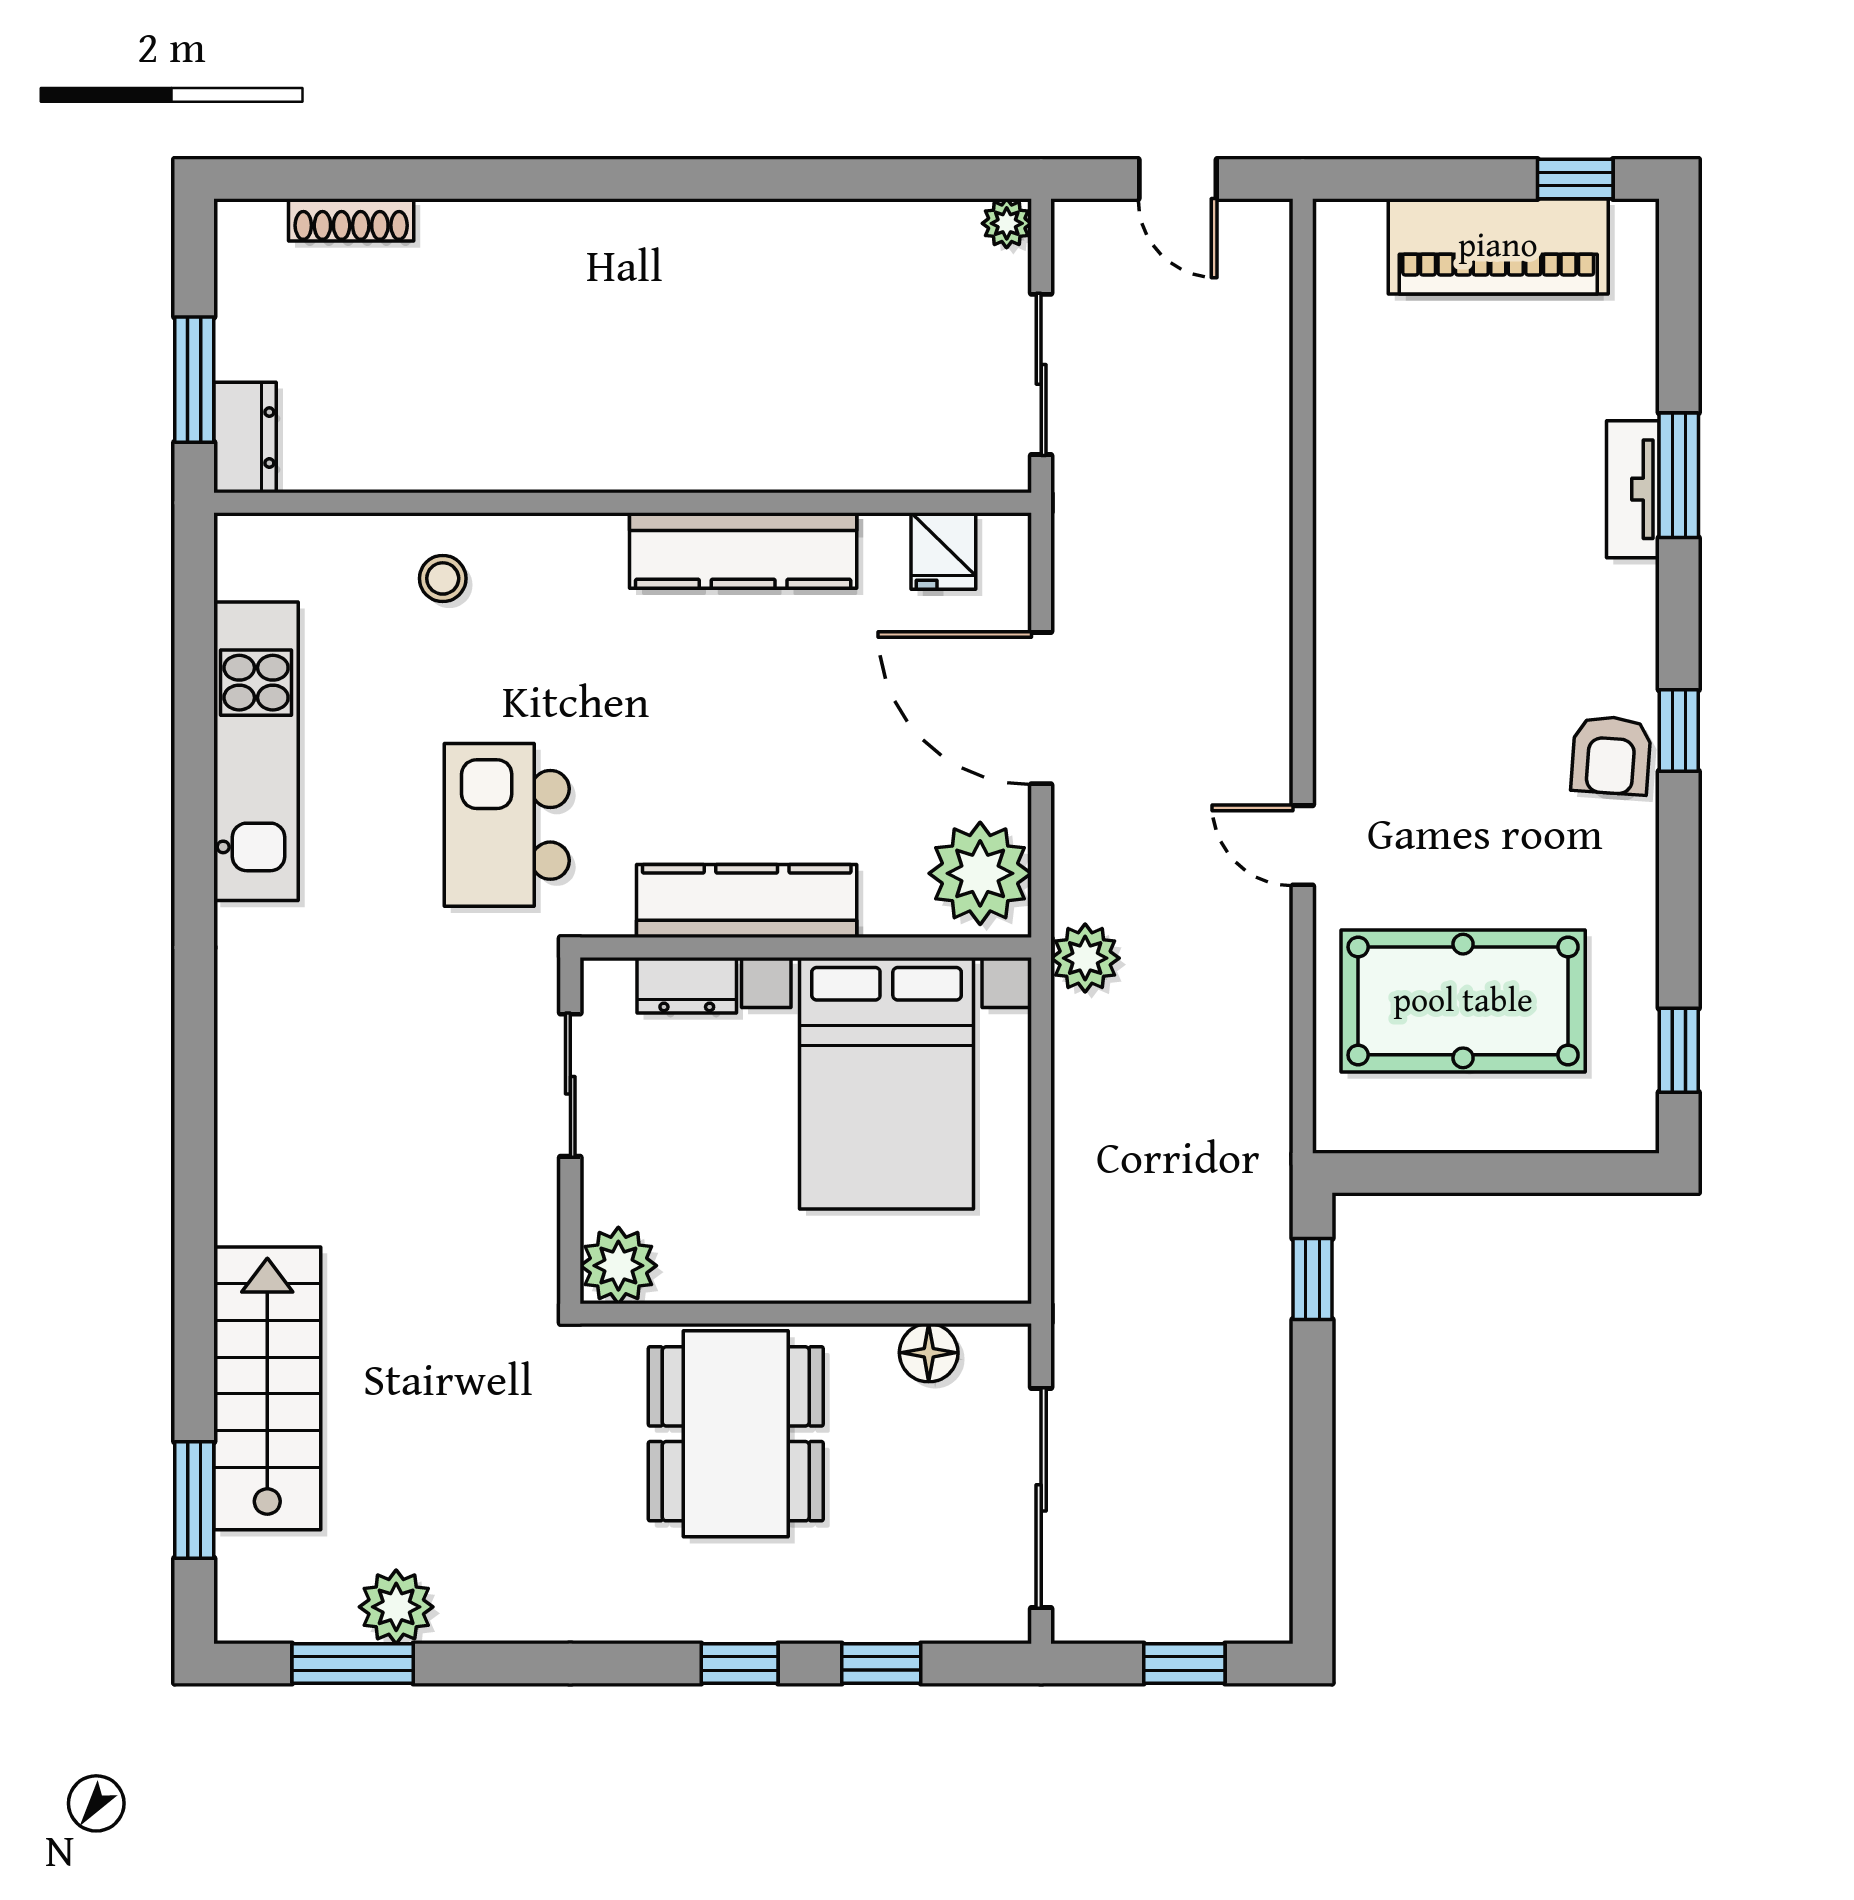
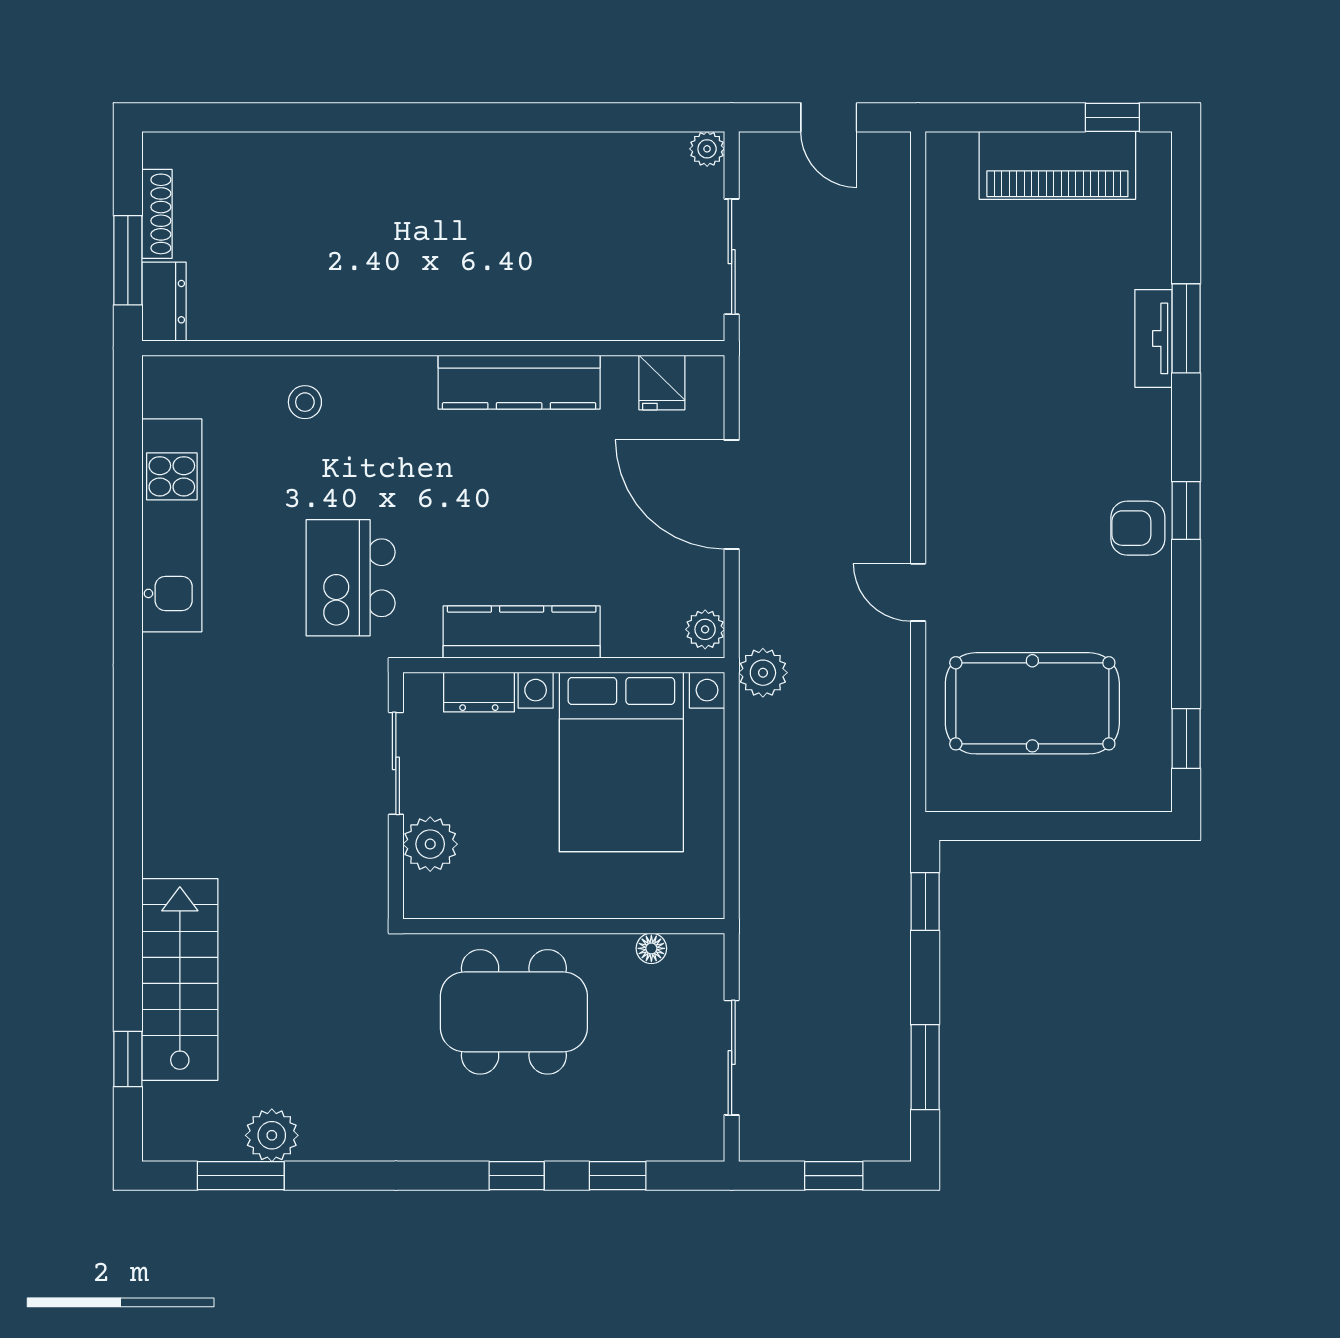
shoe rack: (351, 220) -> (157, 214), moved, turned -90
armchair: (1611, 755) -> (1138, 528), turned 86
plant: (980, 873) -> (705, 629), width x0.53, depth x0.53
plant: (618, 1266) -> (430, 844), moved
floor lamp: (929, 1353) -> (651, 948), width x0.73, depth x0.73
dining table: (736, 1434) -> (514, 1012), turned 90
sliding door: (1041, 1498) -> (732, 1058), width x0.73
window: (194, 1500) -> (128, 1059), width x0.67
window: (1313, 1511) -> (925, 1067), added

